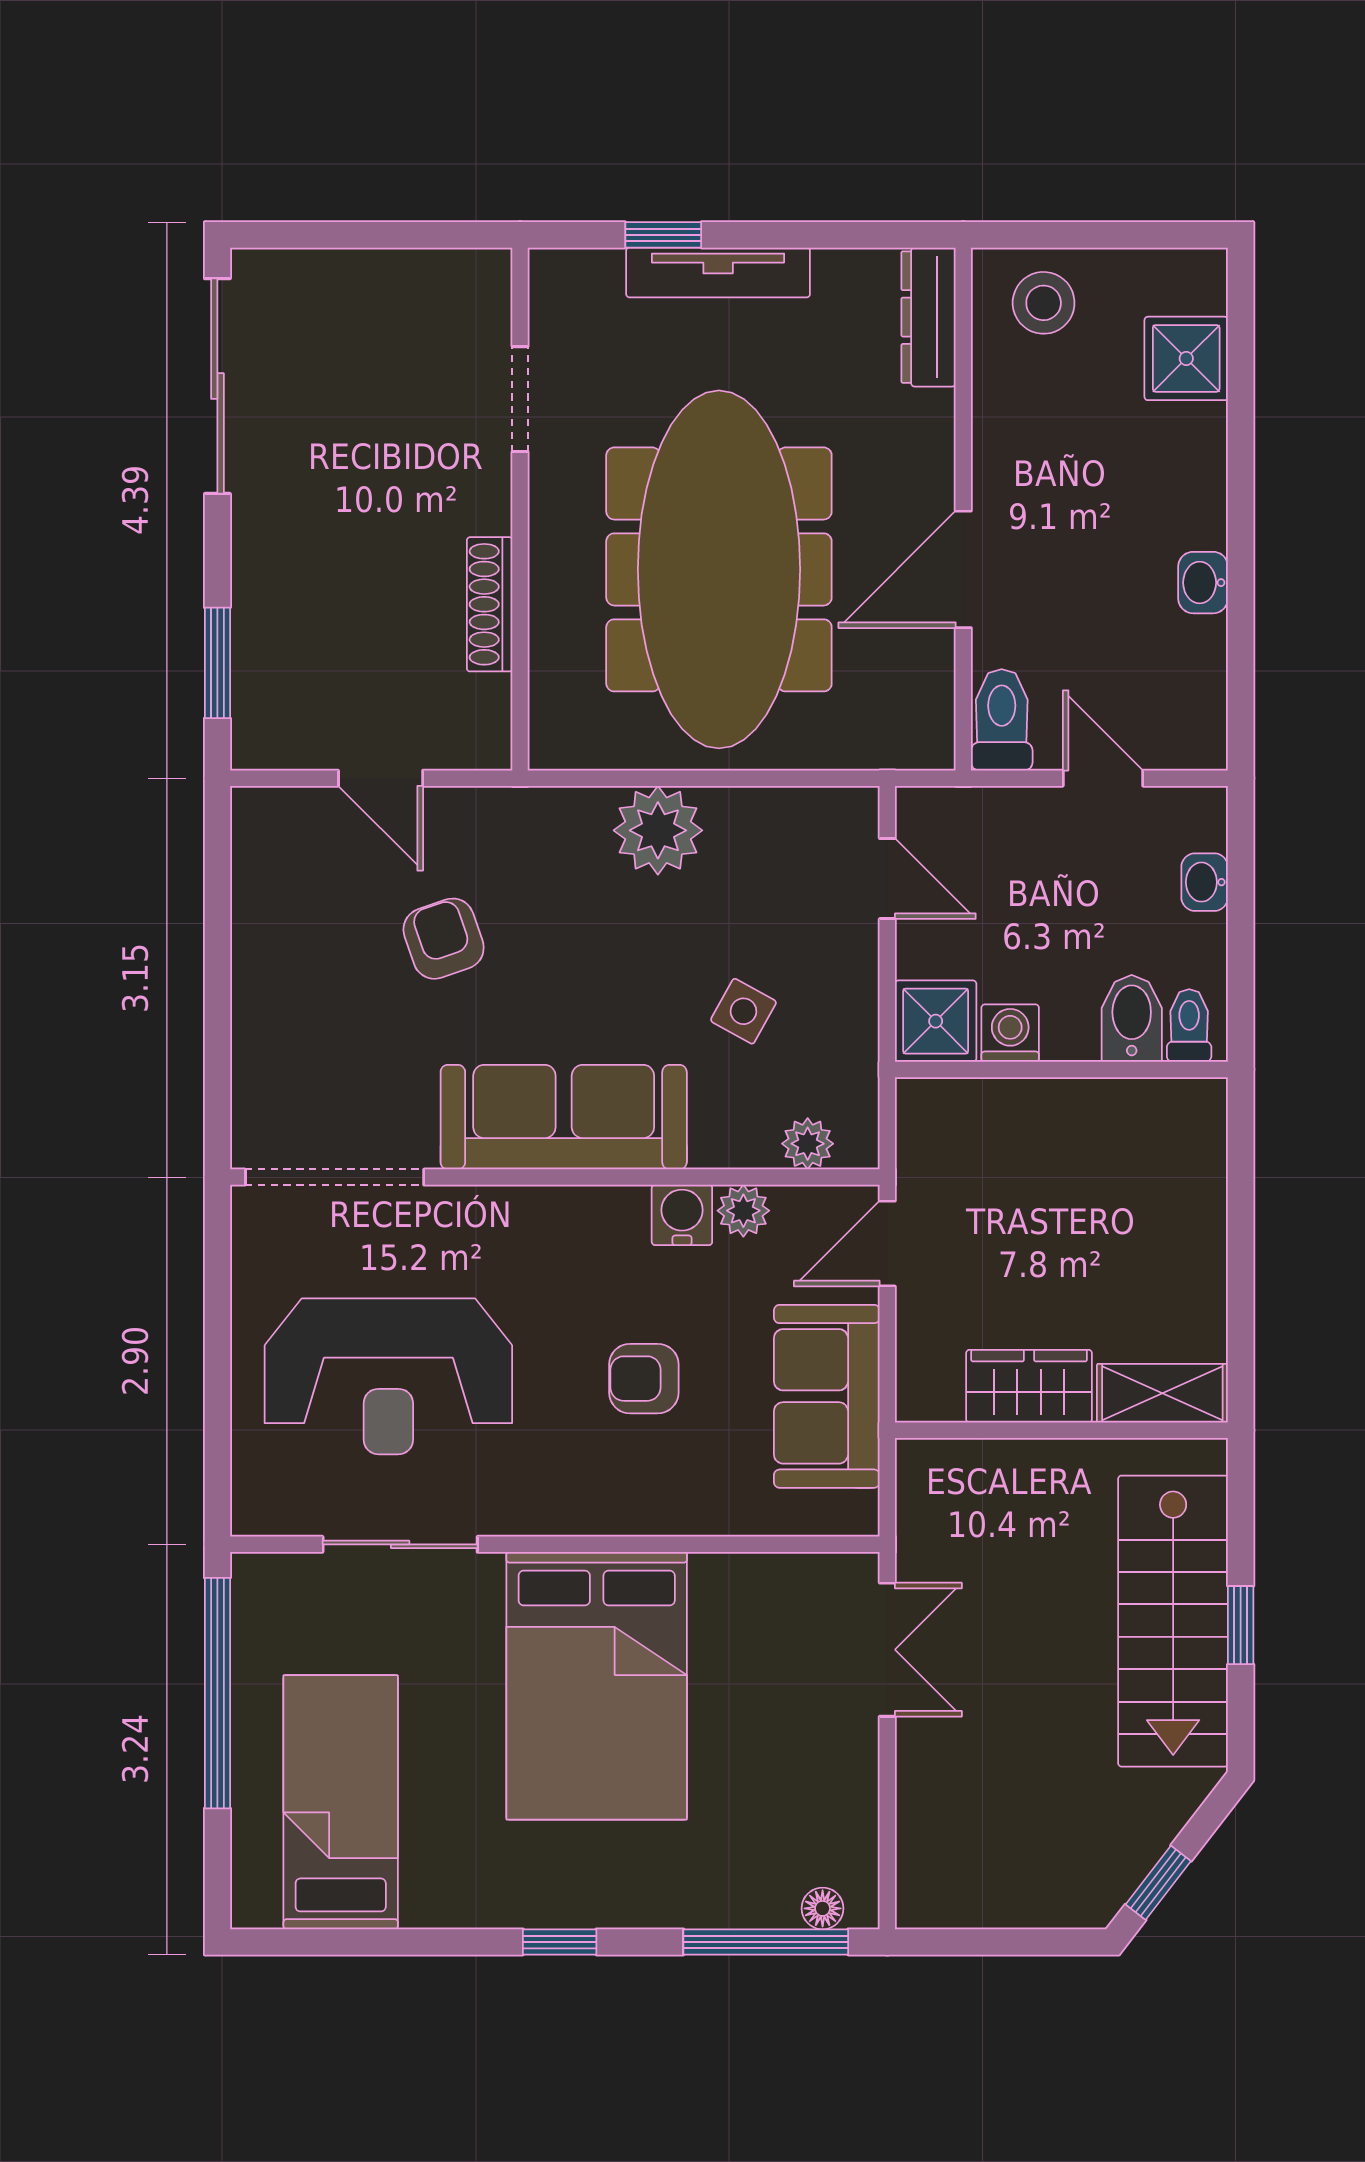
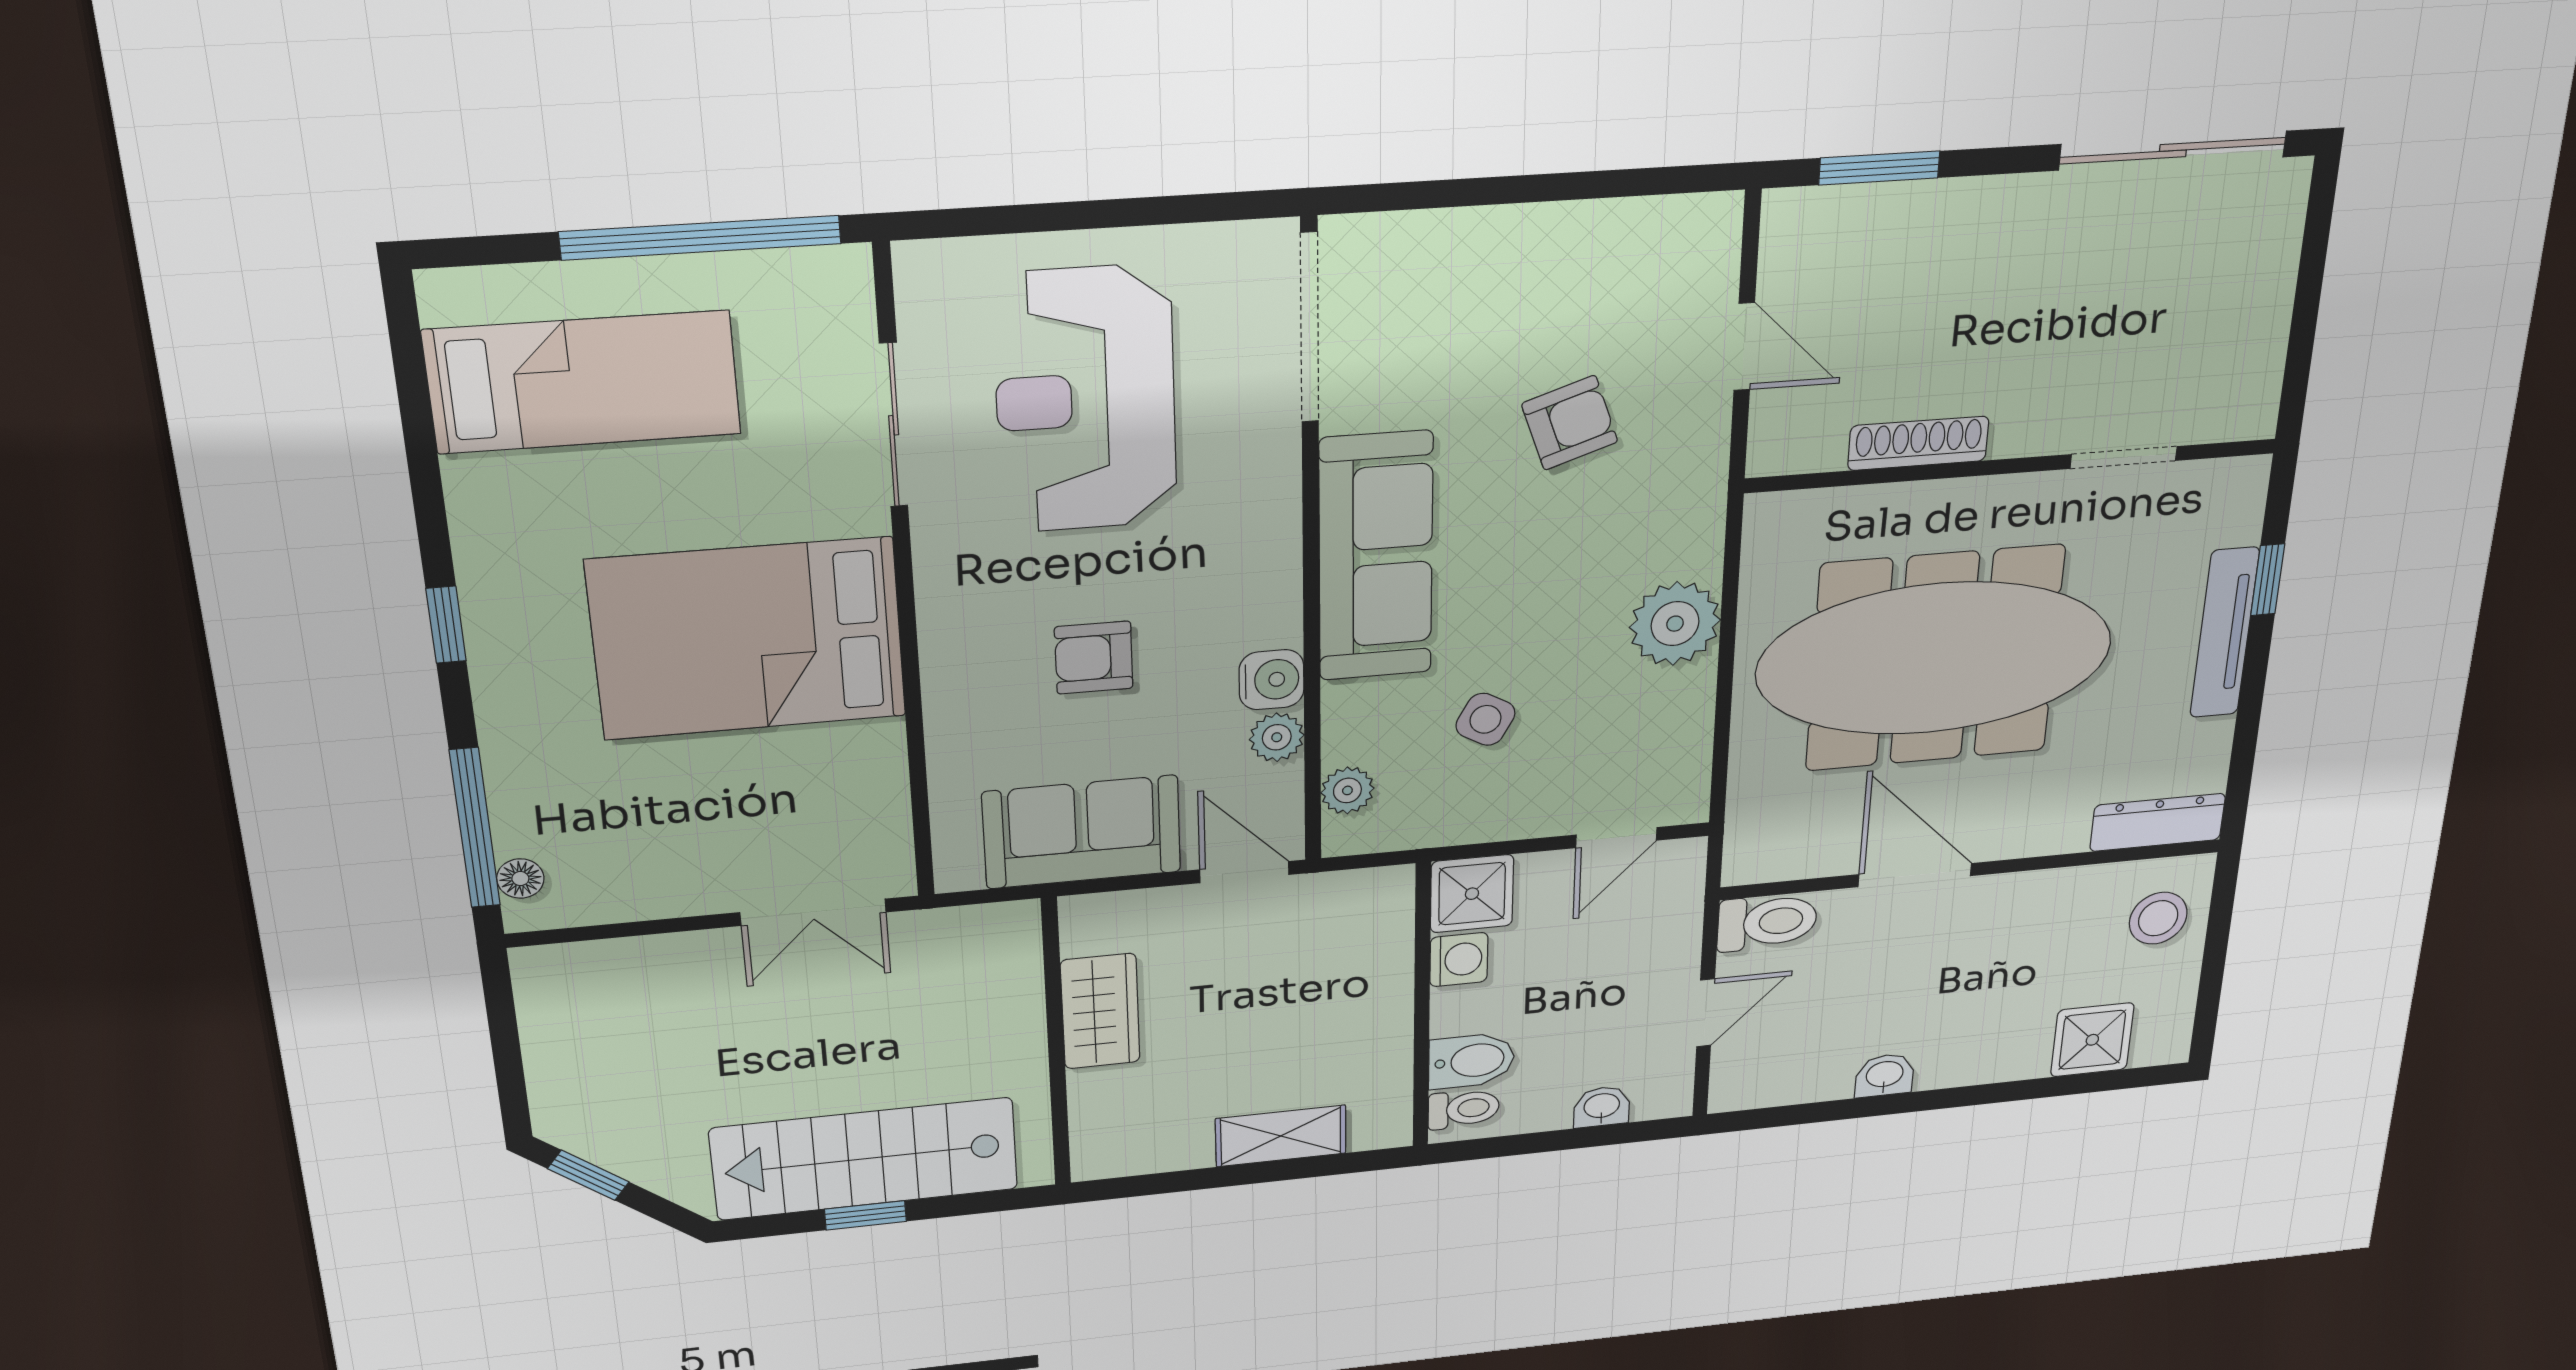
door: (381, 778) -> (1744, 347), swing flipped
armchair: (644, 1379) -> (1094, 658), turned -90
shelving: (1162, 1393) -> (1281, 1136), moved, turned 90

